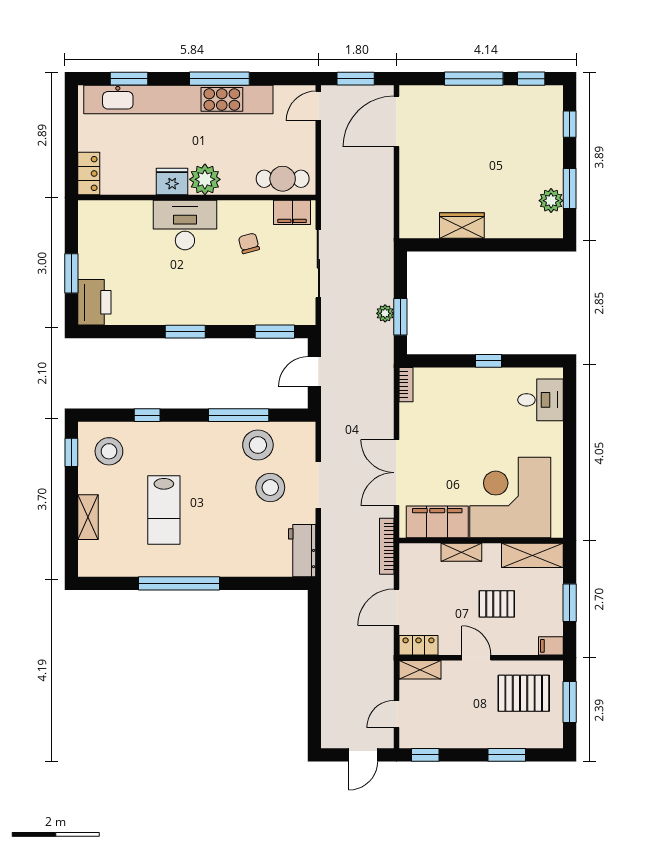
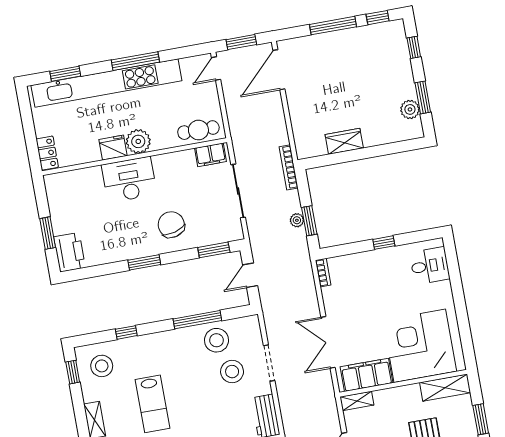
chair: (249, 243) -> (171, 225), moved, width x1.87, depth x1.87
bookcase: (387, 546) -> (289, 167), moved
shelving: (461, 552) -> (357, 401), moved

